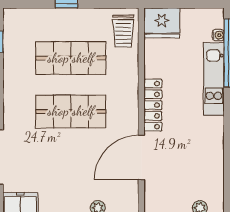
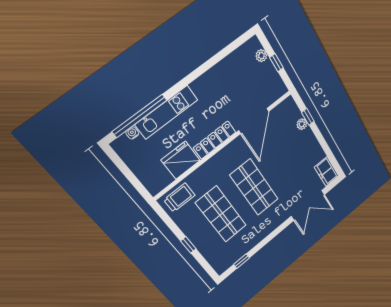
fridge: (162, 23) -> (181, 160), moved, turned -90
door: (141, 157) -> (254, 121), hinge flipped

